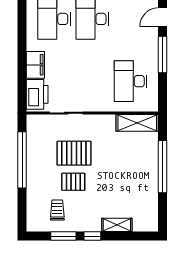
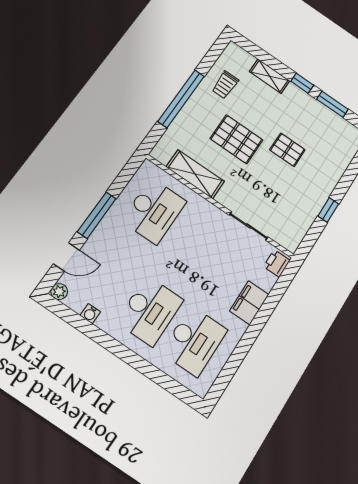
printer: (37, 94) -> (277, 263), width x0.53, depth x0.68
shelving: (137, 123) -> (195, 174), moved
pallet: (74, 153) -> (237, 139), moved
window: (22, 160) -> (328, 210), width x0.32
trolley: (57, 210) -> (225, 85), moved

